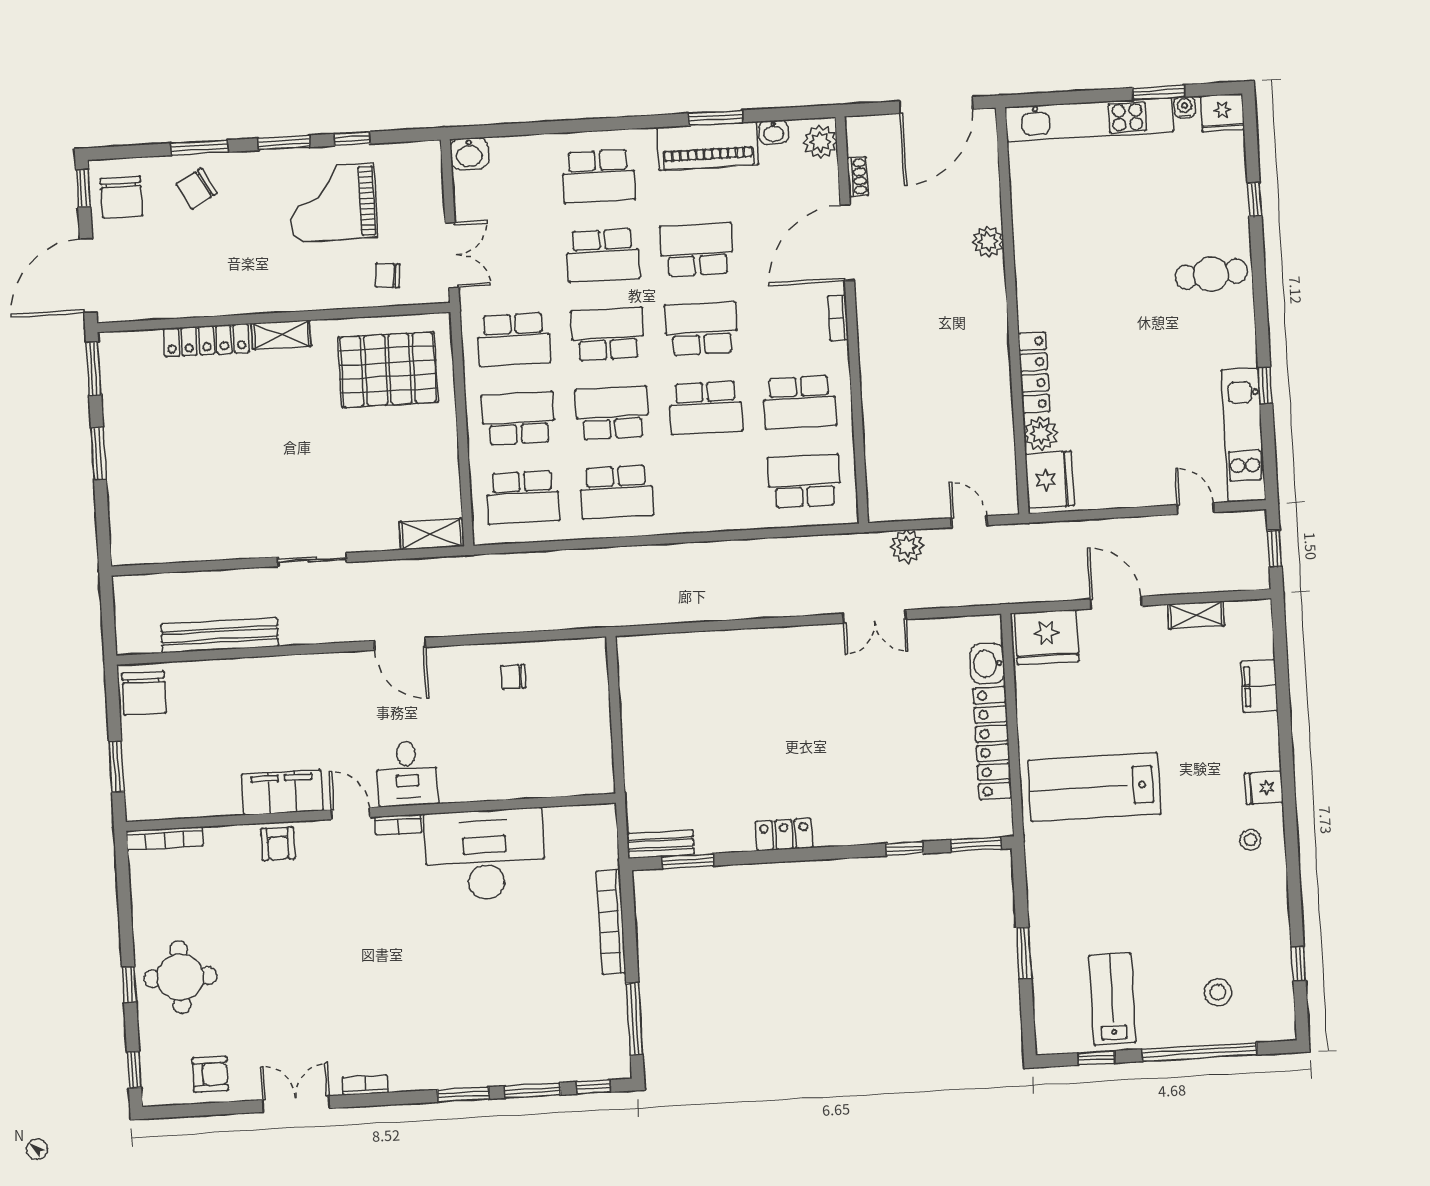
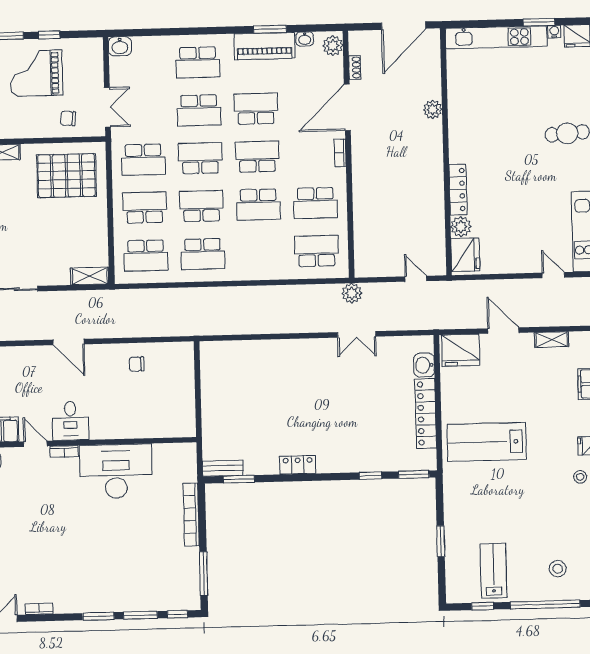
plant: (907, 546) -> (352, 293), moved

